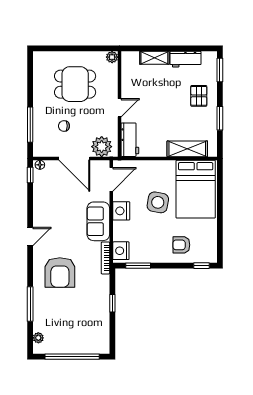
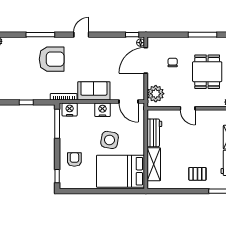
window: (220, 118) -> (179, 191), removed
window: (30, 125) -> (203, 35), moved
workbench: (130, 140) -> (154, 133), moved, turned -90
door: (74, 158) -> (146, 60), moved
door: (30, 237) -> (81, 35), swing flipped
window: (138, 266) -> (57, 124), width x1.44
armchair: (60, 272) -> (52, 59), turned 180
window: (30, 304) -> (40, 35), moved

